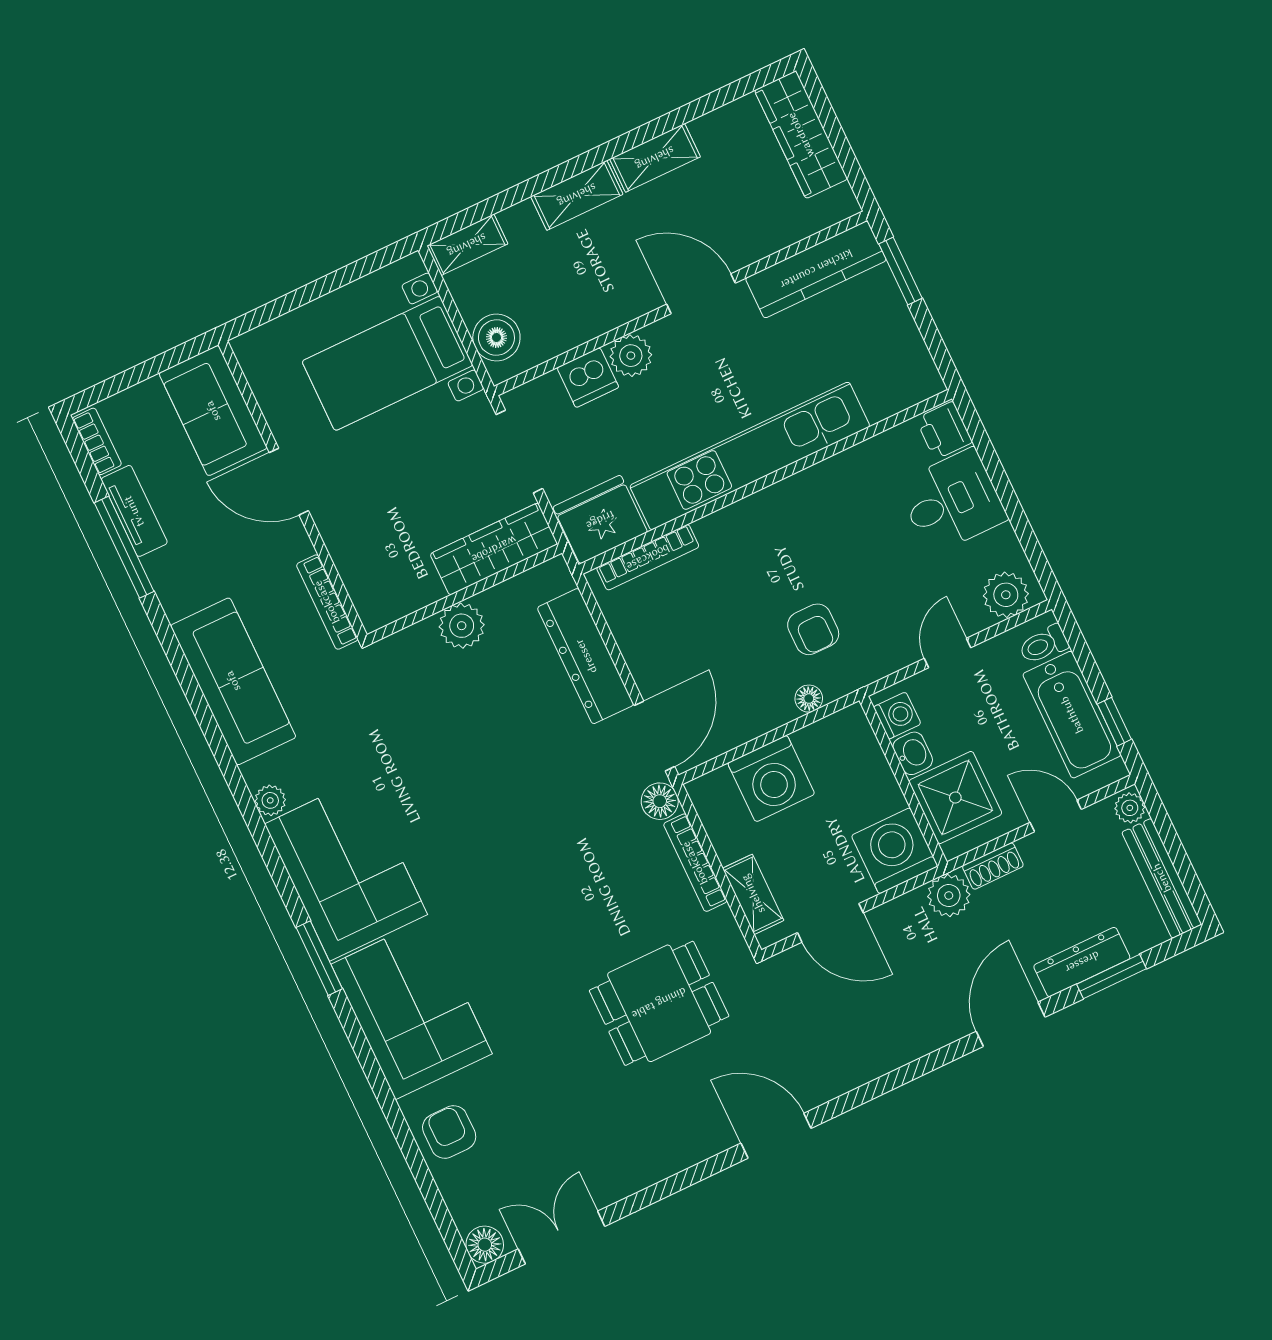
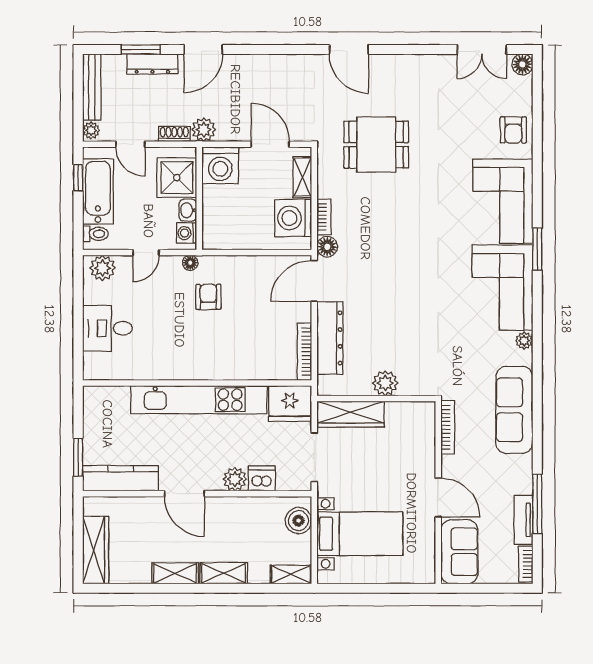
printer: (944, 430) -> (94, 366), removed
bookcase: (648, 557) -> (304, 352), moved, turned -90
floor lamp: (809, 699) -> (190, 263), moved
washing machine: (771, 779) -> (293, 218), moved, turned -90
bookcase: (695, 863) -> (324, 217), width x0.64

